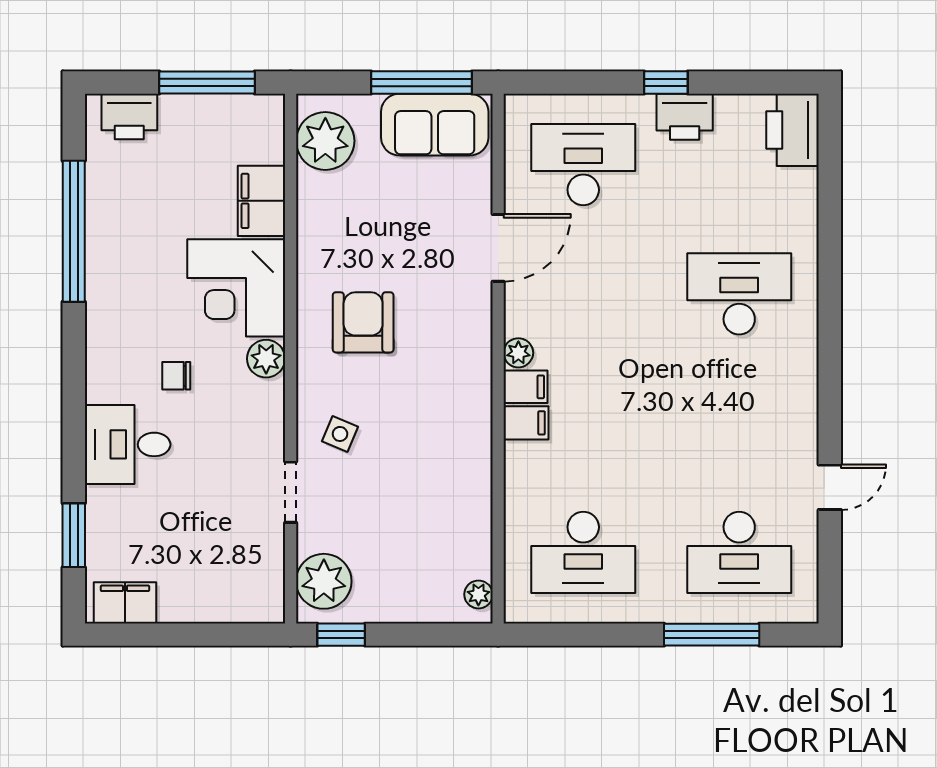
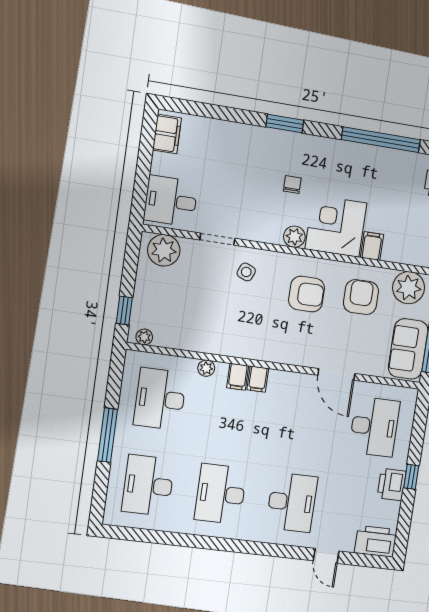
filing cabinet: (262, 201) -> (372, 246), width x0.50
armchair: (354, 225) -> (361, 297), added
plant: (518, 353) -> (206, 368), moved
desk: (739, 423) -> (221, 494), added
desk: (128, 444) -> (171, 201), moved, turned -90
door: (830, 487) -> (326, 556), moved
window: (74, 535) -> (285, 123), moved
window: (341, 635) -> (124, 310), moved
window: (712, 635) -> (107, 435), moved

